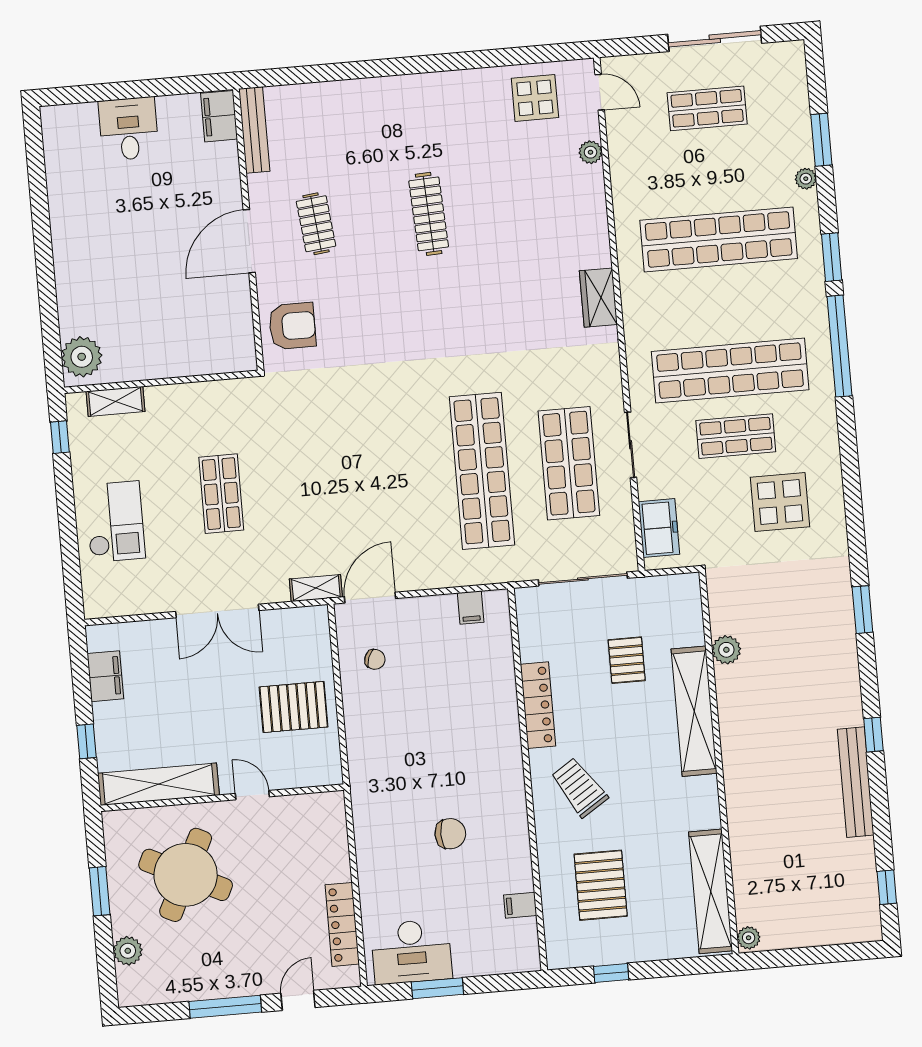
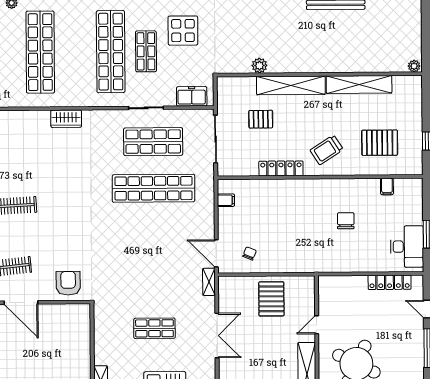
shelving: (711, 891) -> (359, 84), moved

